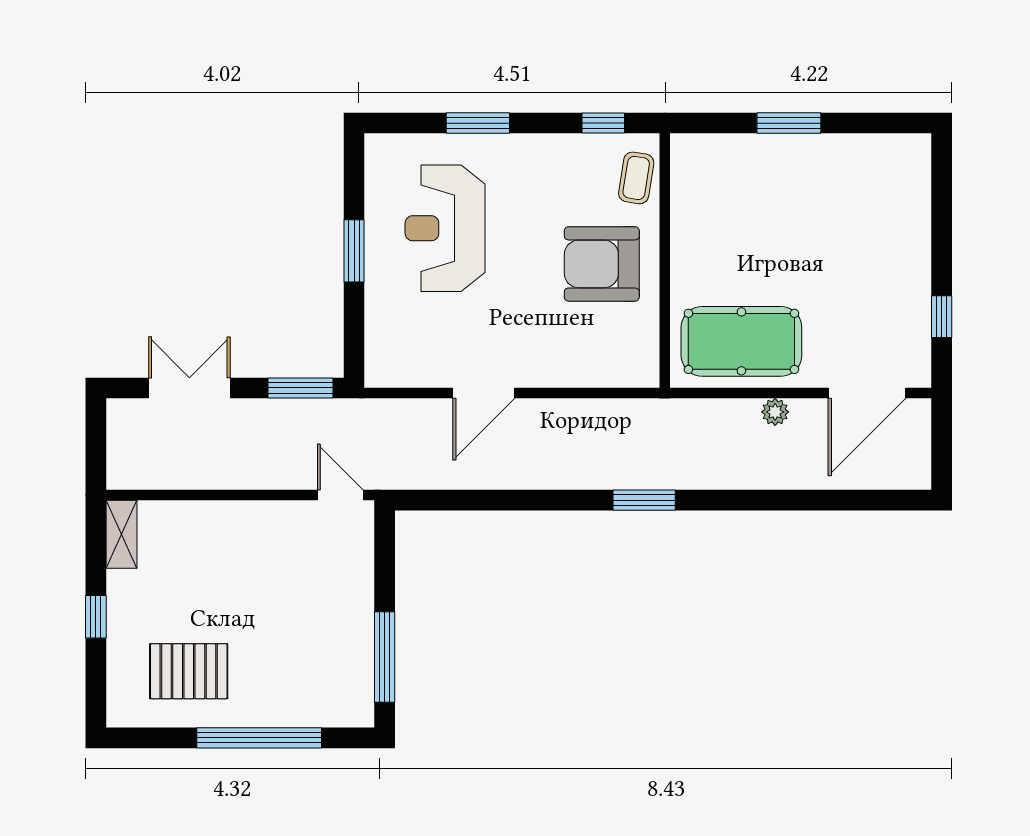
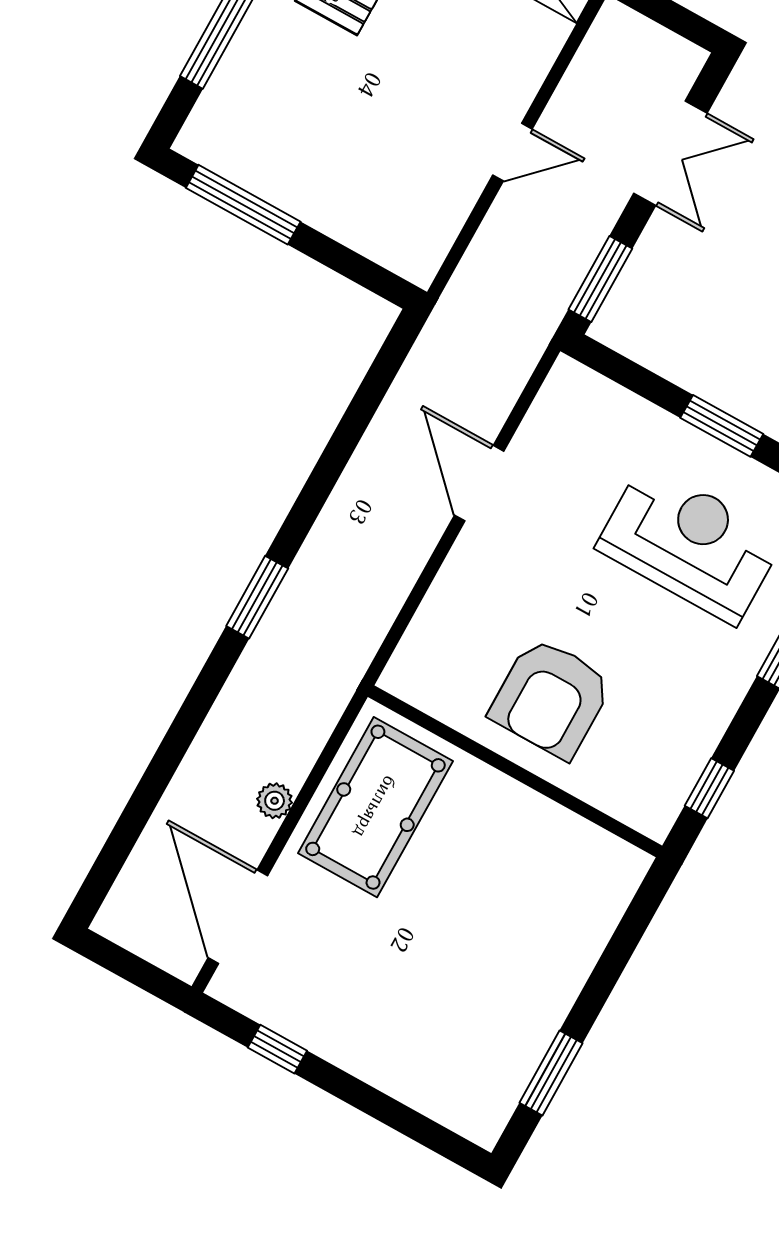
window: (789, 123) -> (551, 1073), moved
coffee table: (636, 178) -> (627, 791), removed
armchair: (602, 264) -> (551, 698), turned 180
door: (340, 495) -> (512, 152), moved

